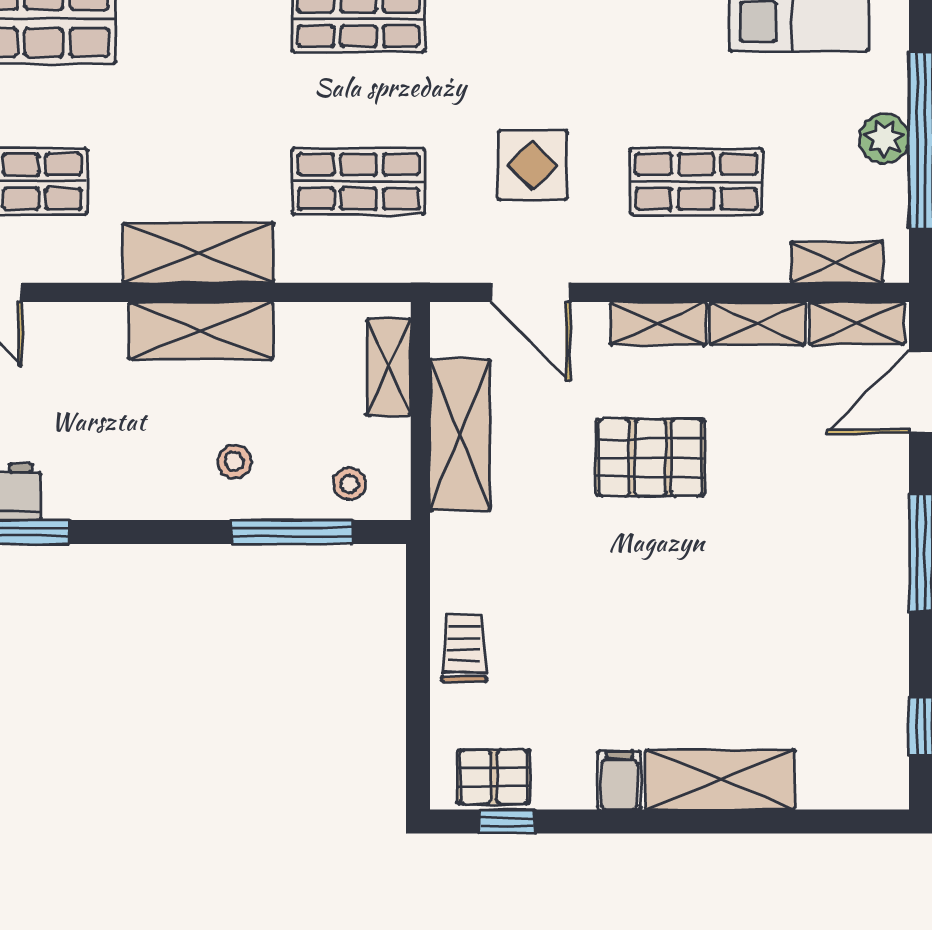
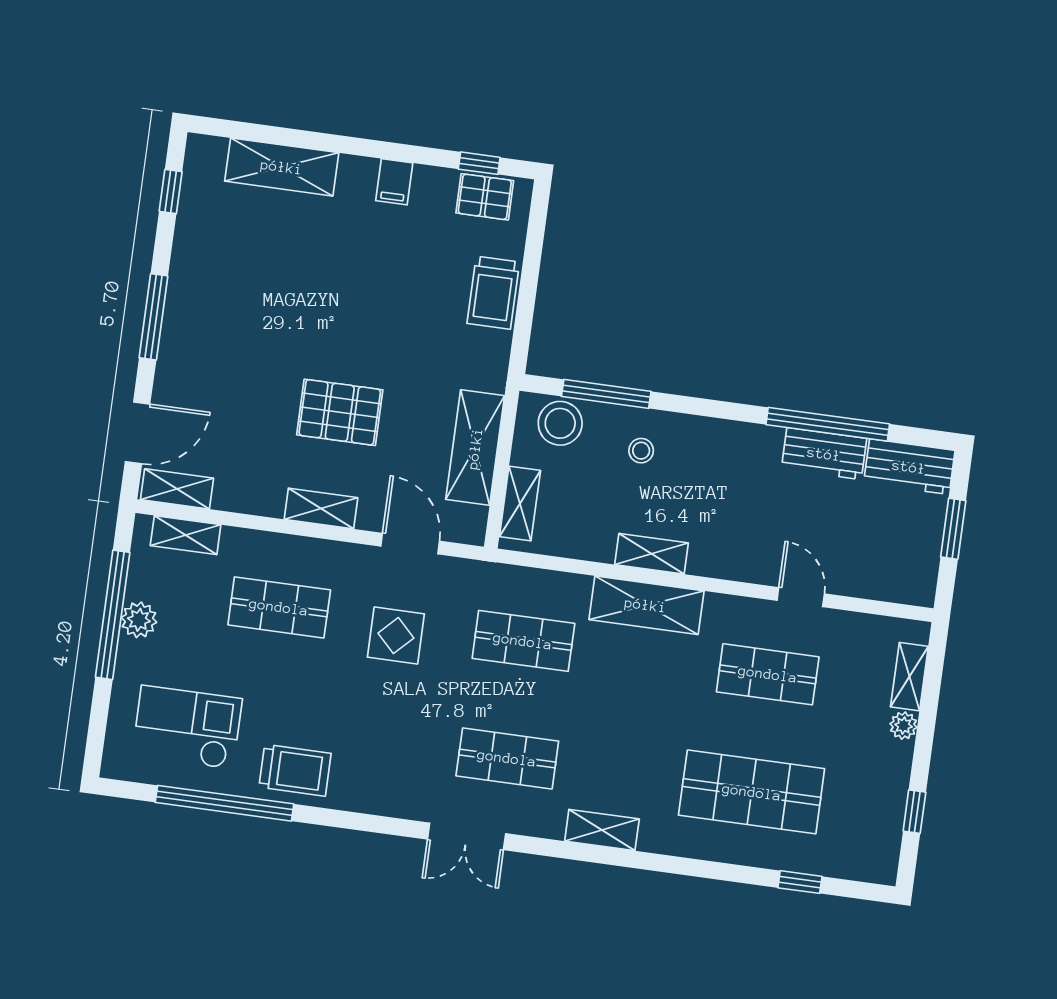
shelving: (758, 323) -> (249, 499), removed
shelving: (201, 331) -> (652, 554), width x0.67, depth x0.75
stool: (349, 484) -> (560, 423), width x1.89, depth x1.89
trolley: (464, 648) -> (493, 293), width x1.36, depth x1.39
shelving: (720, 780) -> (282, 167), moved

